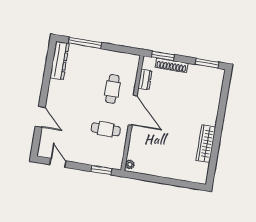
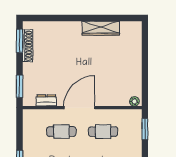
shoe rack: (172, 65) -> (28, 46), moved
cafe table: (106, 129) -> (103, 132), turned 90

